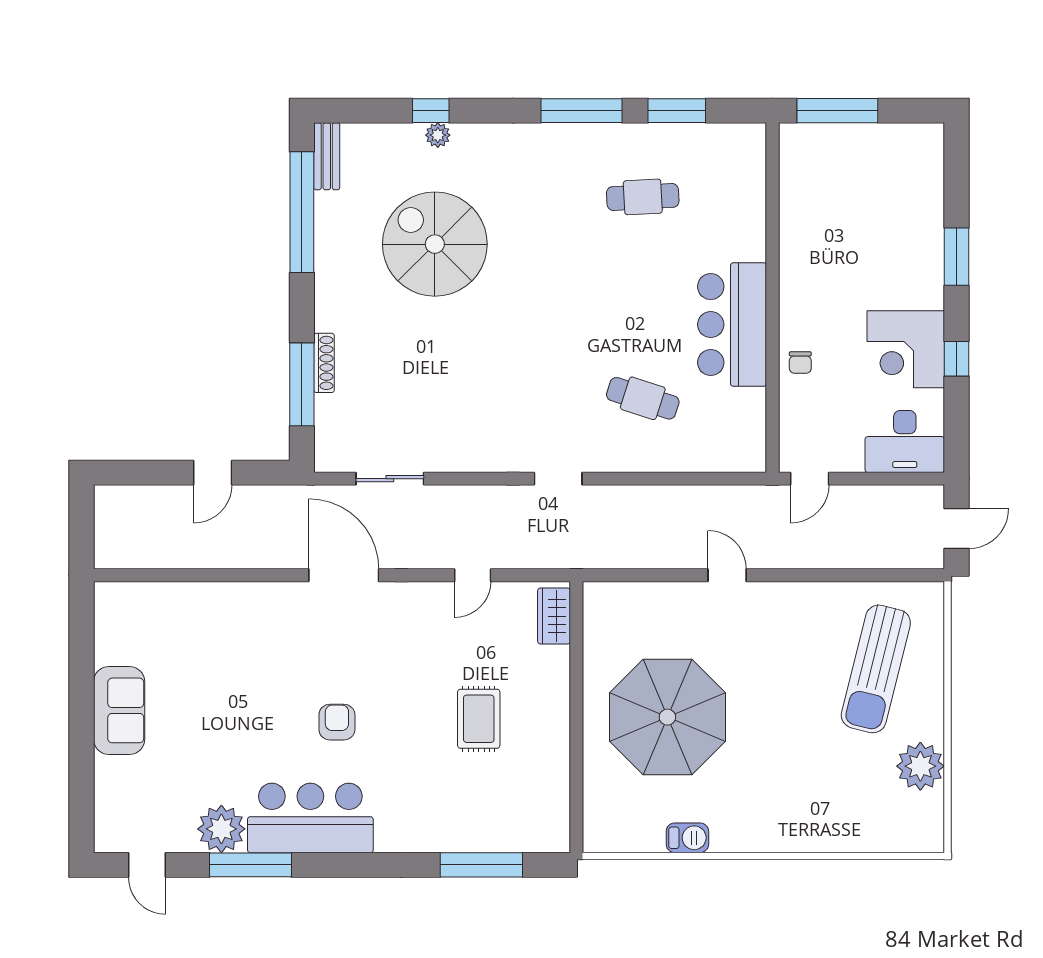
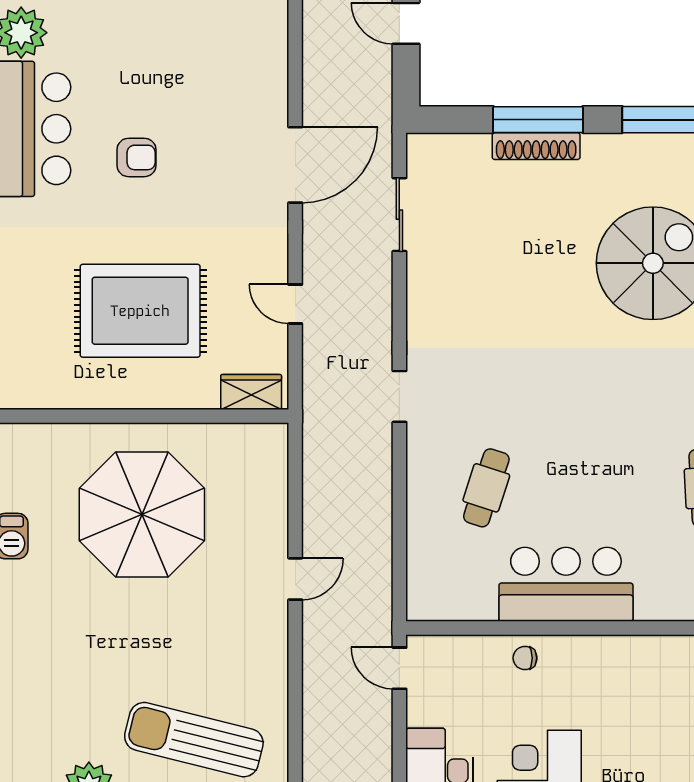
shoe rack: (324, 363) -> (536, 146), width x1.36, depth x1.24
window: (302, 384) -> (538, 120), moved
rug: (479, 719) -> (140, 311), width x1.86, depth x2.06

